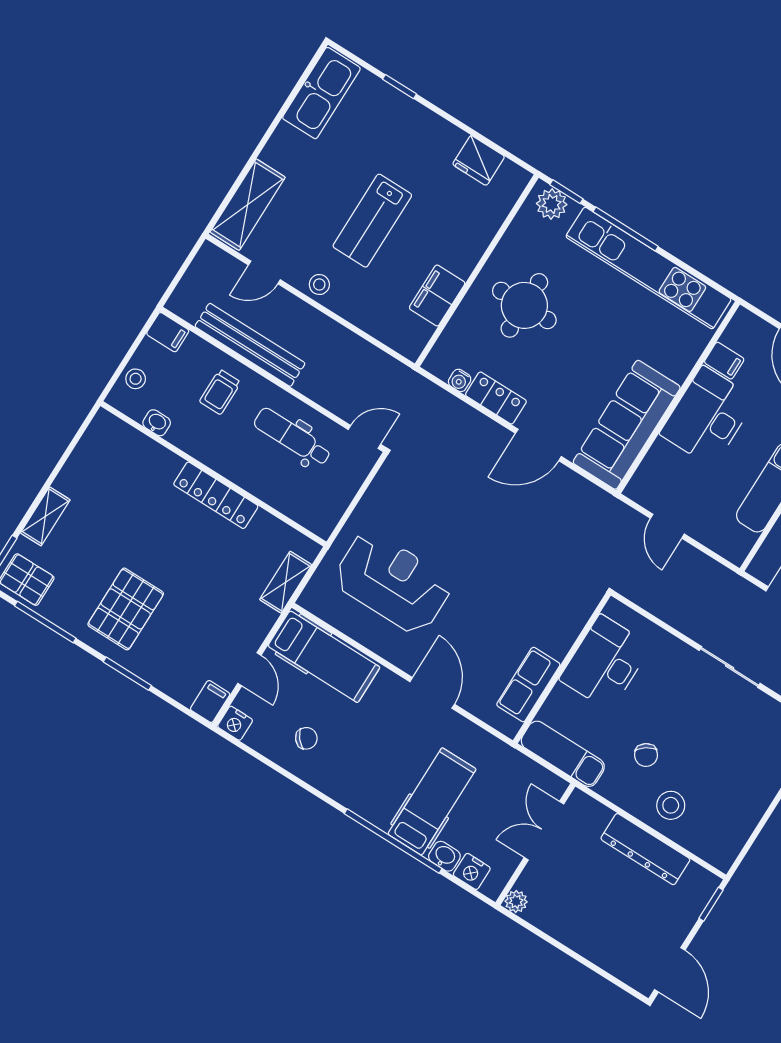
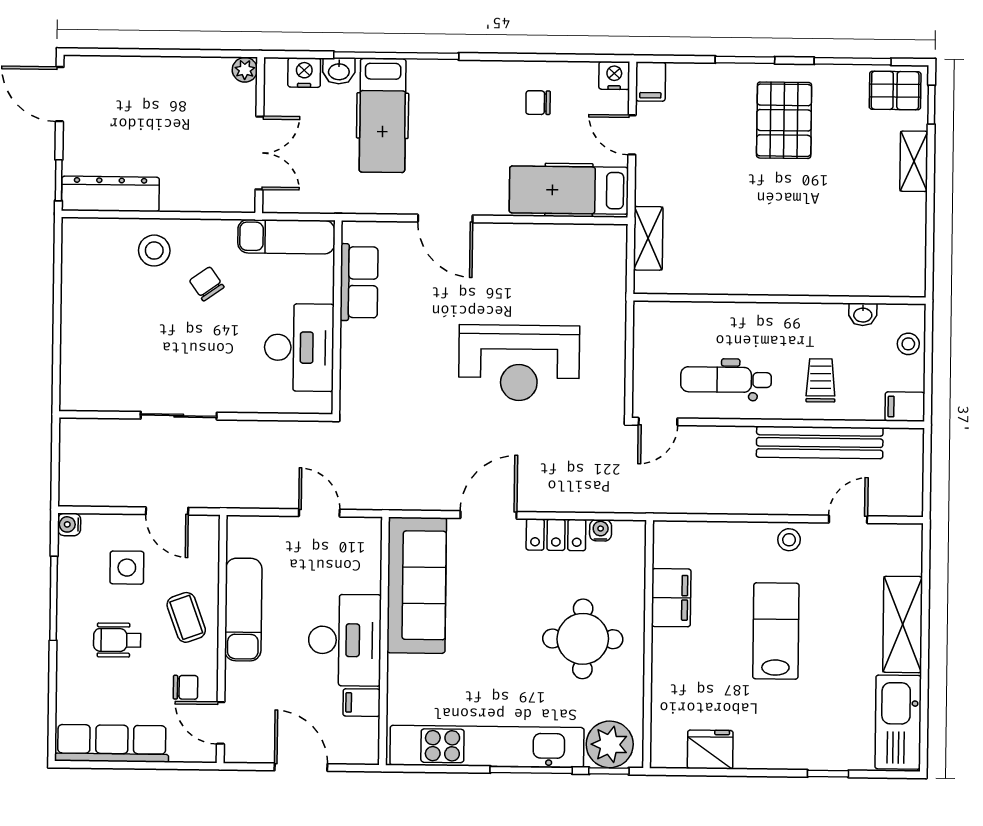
plant: (552, 204) -> (610, 744), width x1.36, depth x1.36
shelving: (248, 205) -> (903, 624), moved
dental chair: (292, 437) -> (726, 380), turned 180
locker: (216, 495) -> (765, 280), removed
reception desk: (393, 582) -> (519, 363), moved
chair: (306, 738) -> (538, 103), turned 40
dresser: (645, 849) -> (110, 194), moved

